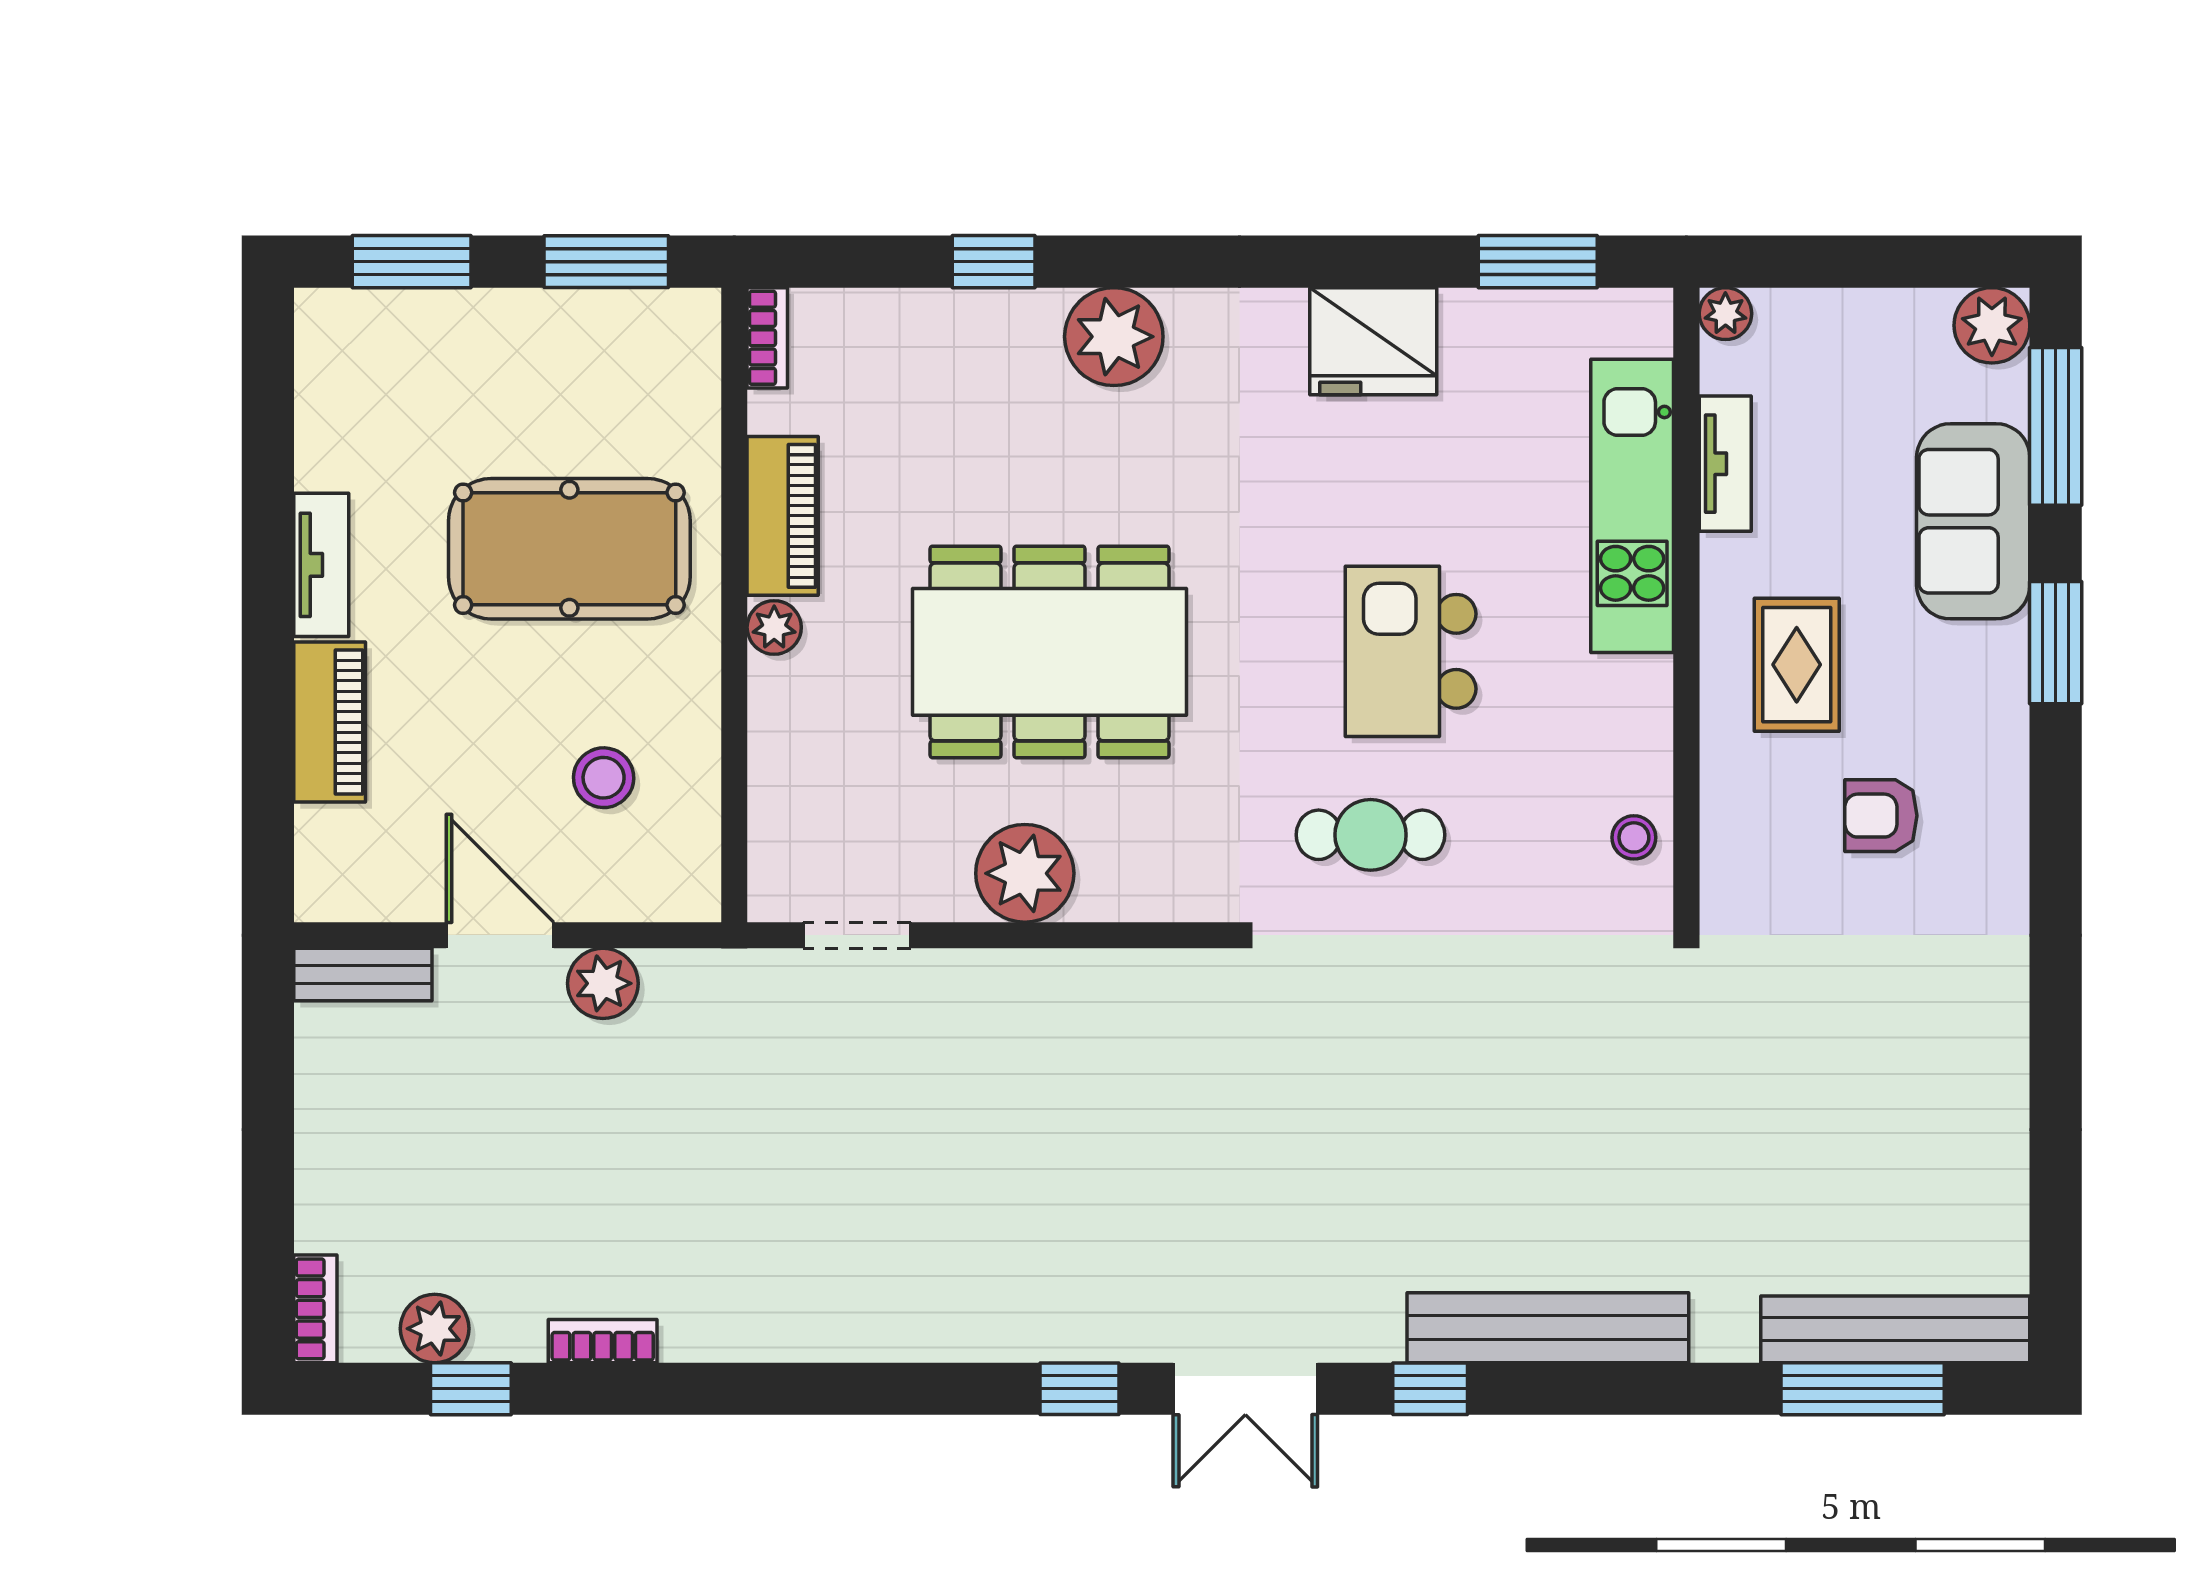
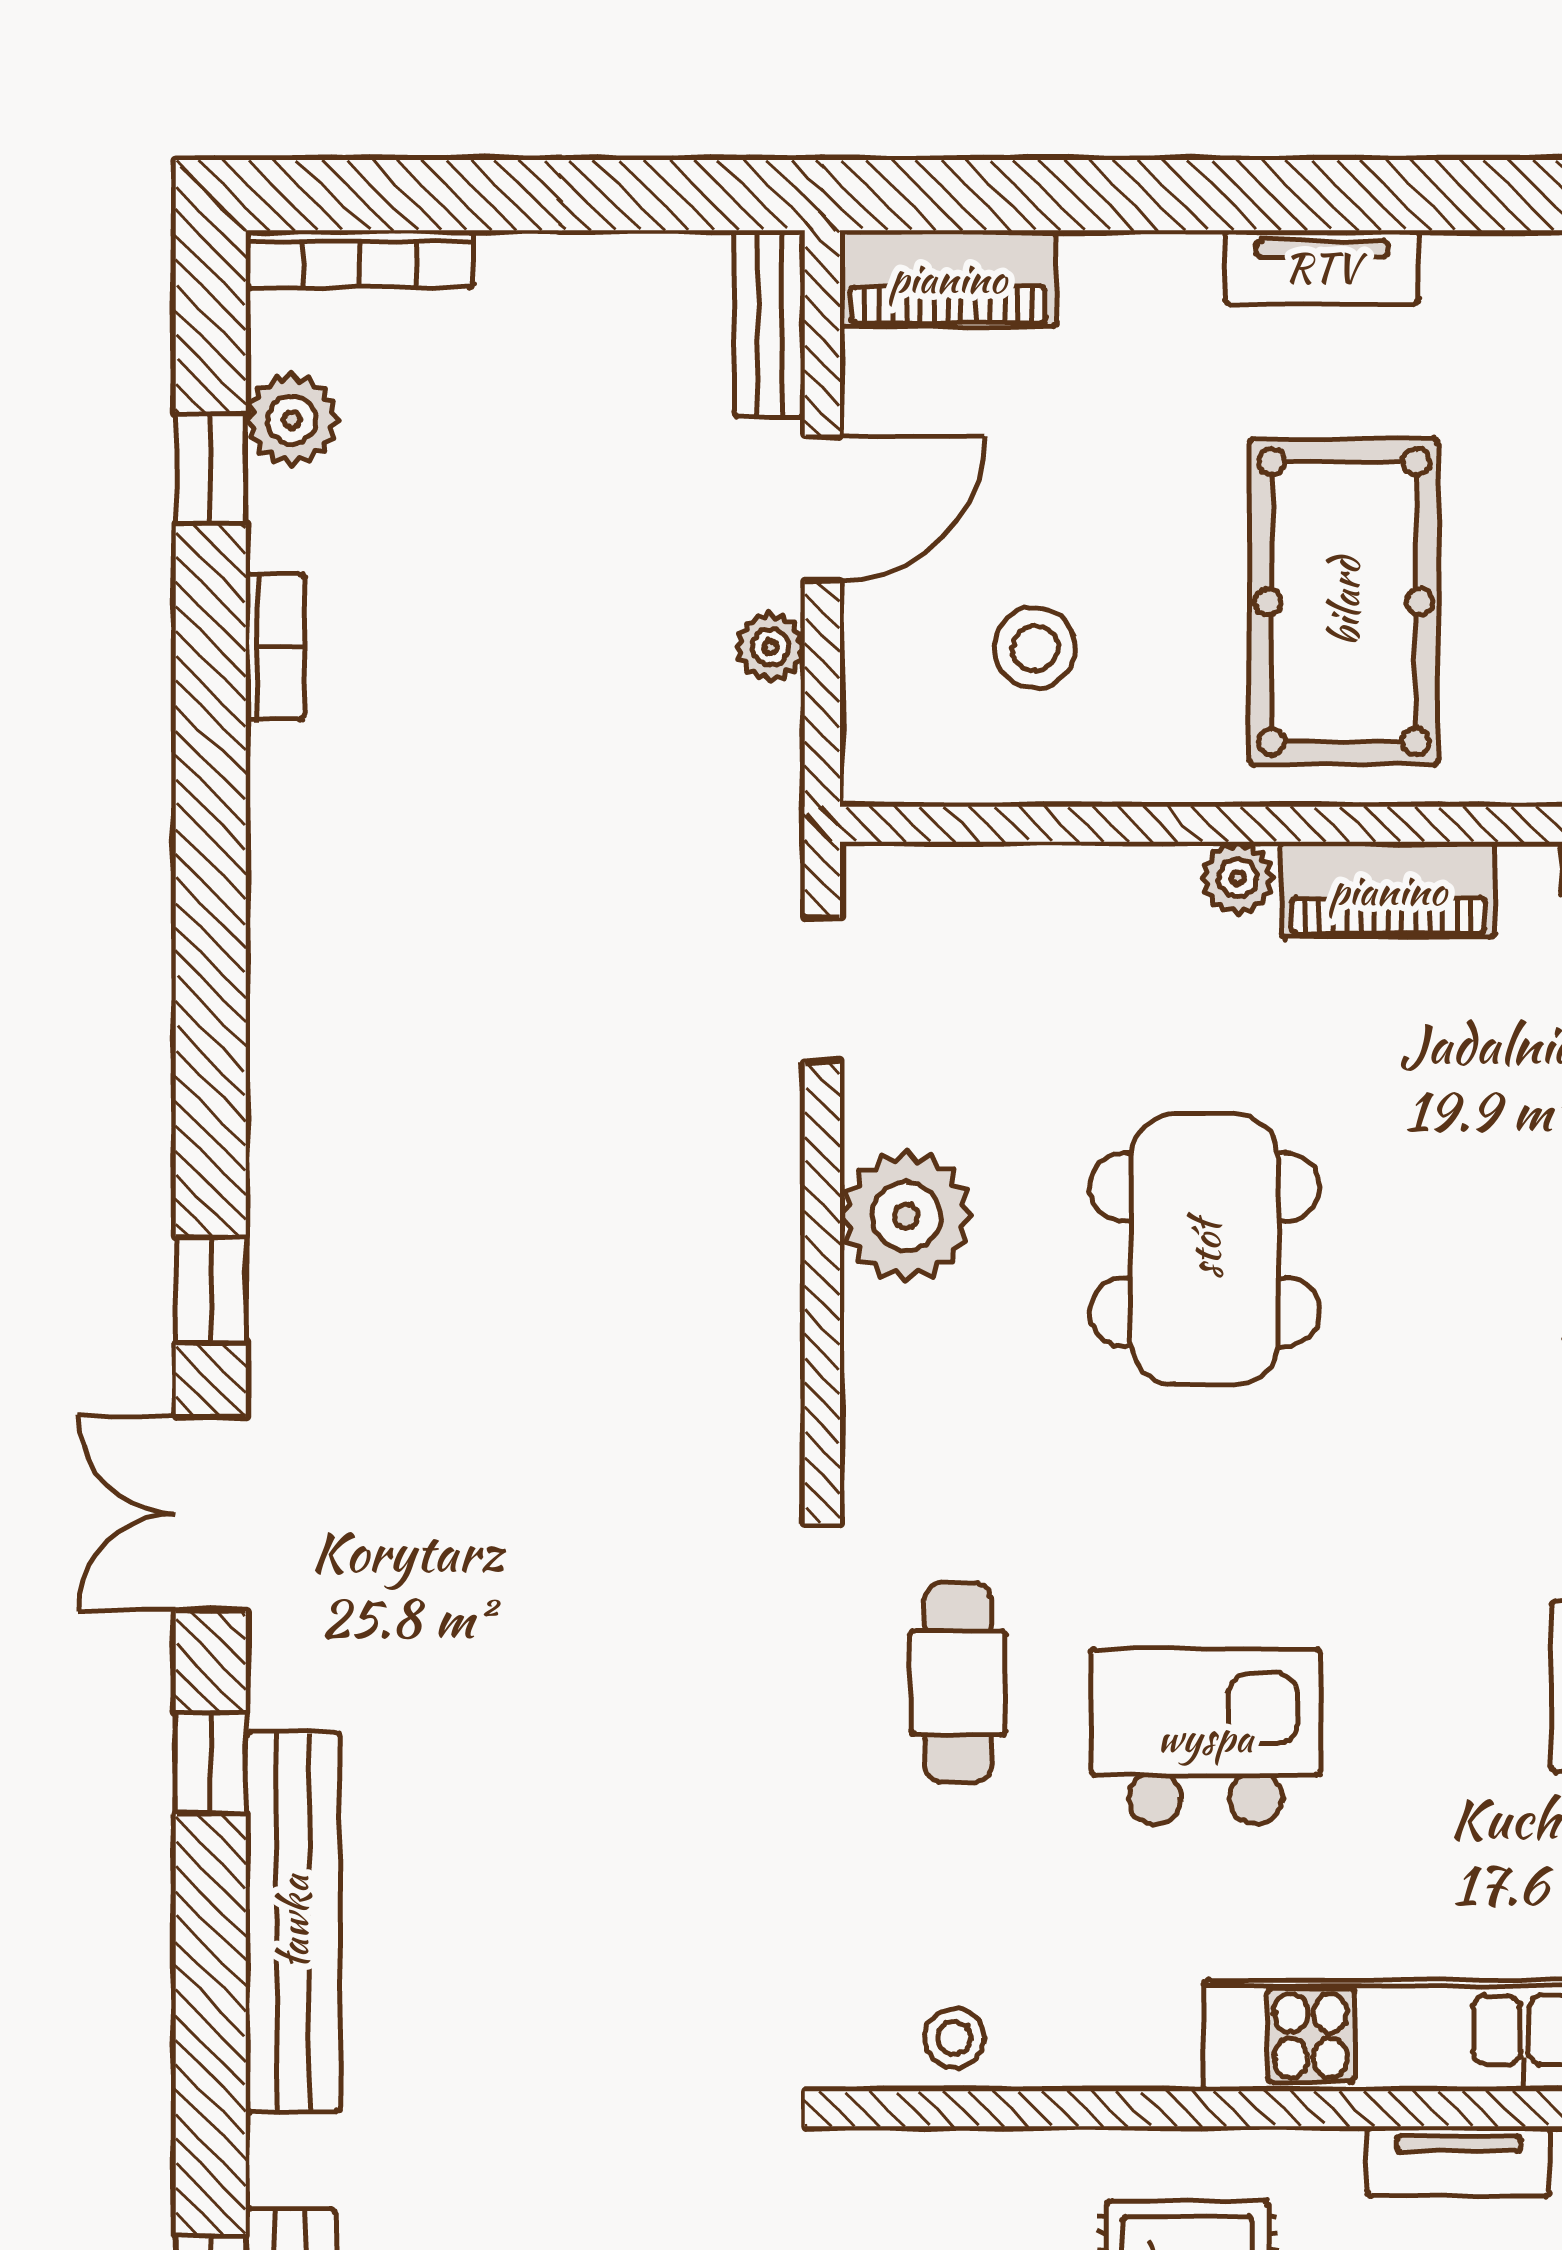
dining table: (1049, 652) -> (1205, 1250), width x0.73, depth x0.80
piano: (330, 722) -> (948, 278), moved
plant: (603, 983) -> (770, 647), width x0.73, depth x0.73
bookcase: (315, 1309) -> (359, 259), width x1.56

